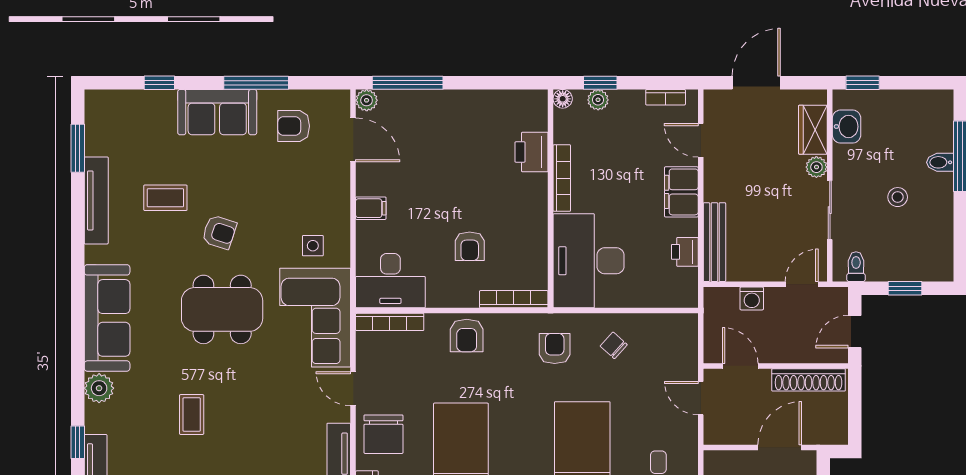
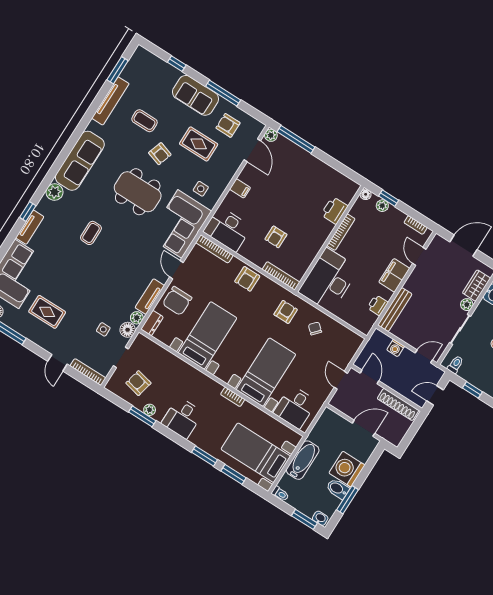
rug: (268, 181) -> (199, 144), added

